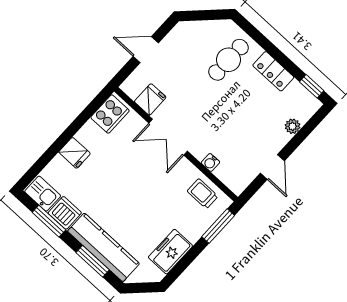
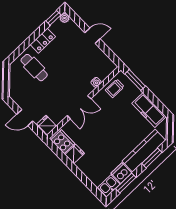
door: (146, 50) -> (25, 118), hinge flipped
fridge: (150, 99) -> (47, 125), moved
plant: (293, 126) -> (65, 18), moved
fridge: (75, 153) -> (75, 154), moved
door: (272, 167) -> (92, 36), moved
freezer: (170, 252) -> (149, 110), width x1.40

